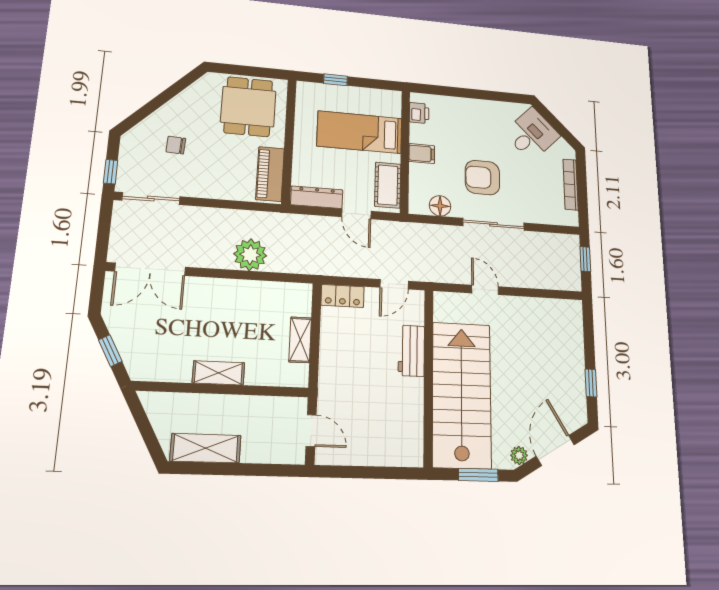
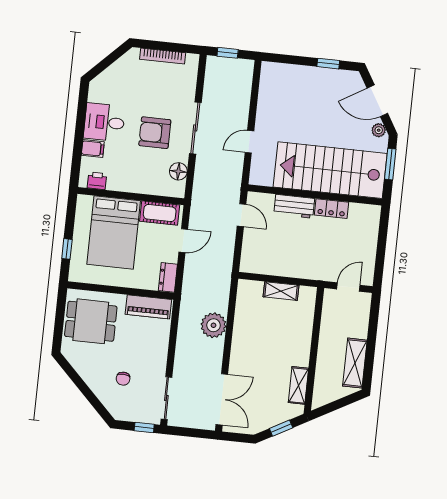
bed: (360, 132) -> (114, 232), width x1.50
desk: (532, 134) -> (104, 122), moved, turned -45
filing cabinet: (422, 154) -> (93, 148), moved, turned 90
armchair: (482, 178) -> (155, 133), turned 90
dresser: (317, 197) -> (168, 277), width x0.70
locker: (343, 296) -> (331, 209), moved, turned 90
shelving: (218, 373) -> (298, 385), moved

